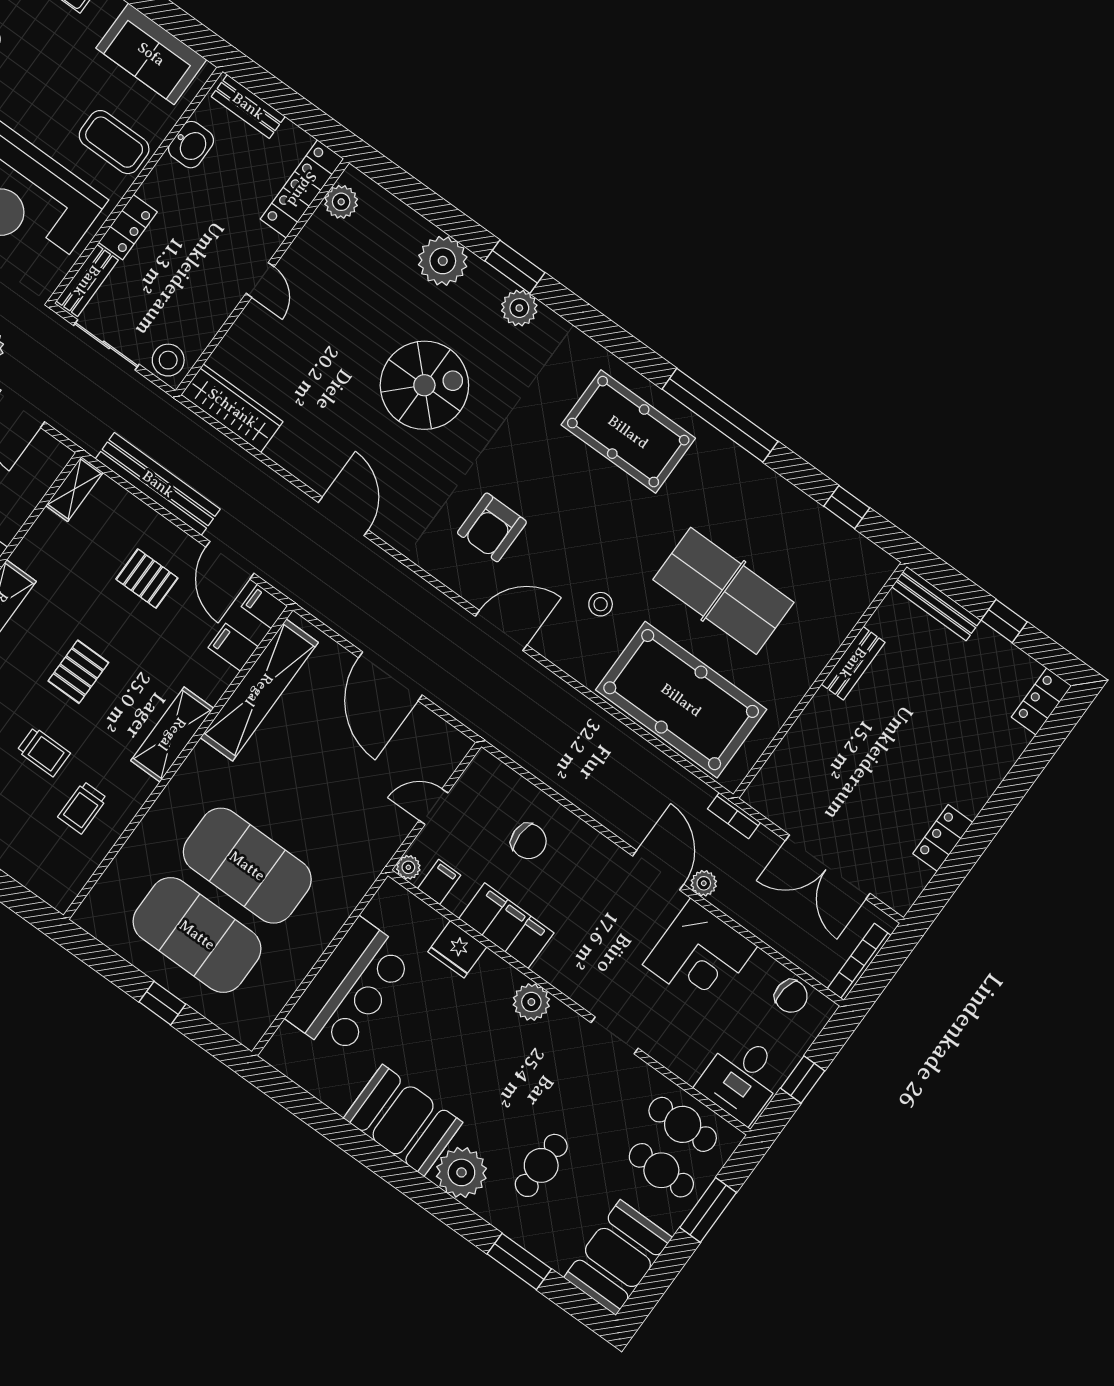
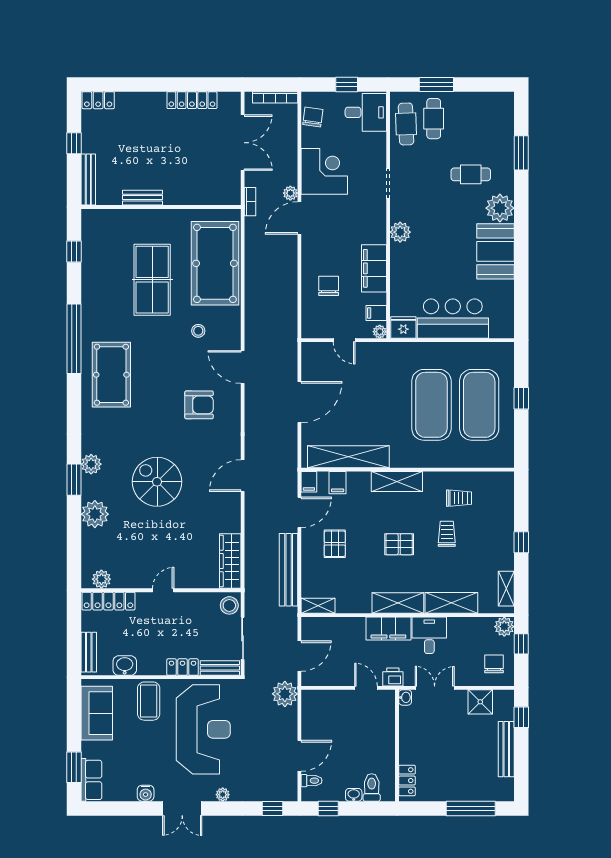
locker: (943, 838) -> (192, 100), width x1.53
fridge: (457, 949) -> (403, 327), moved, turned -90
booth: (618, 1257) -> (487, 110), removed

